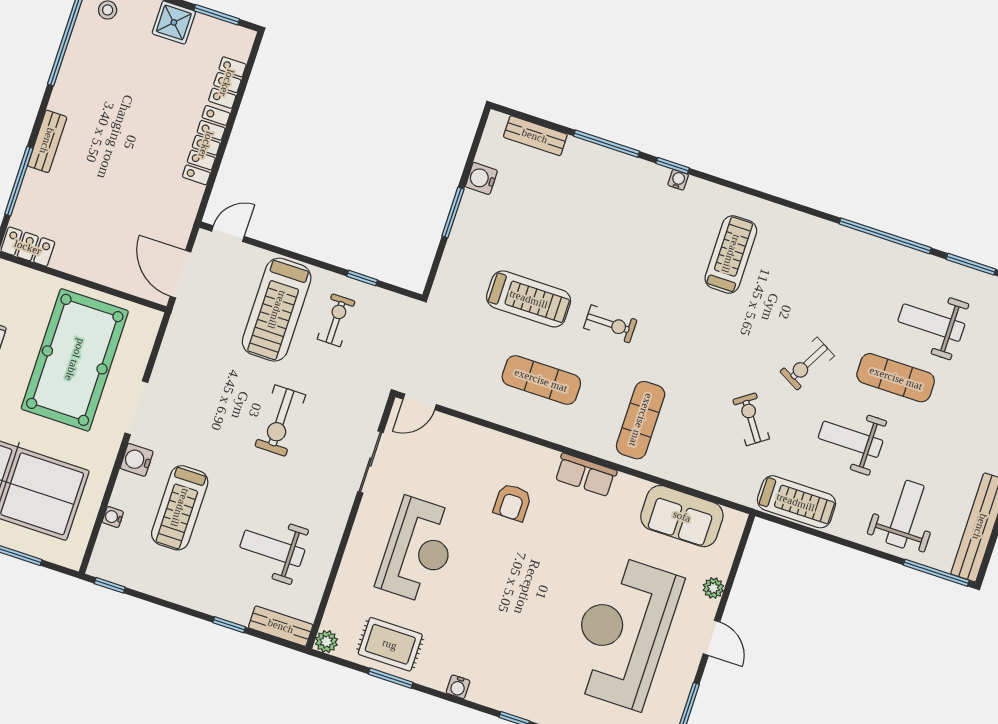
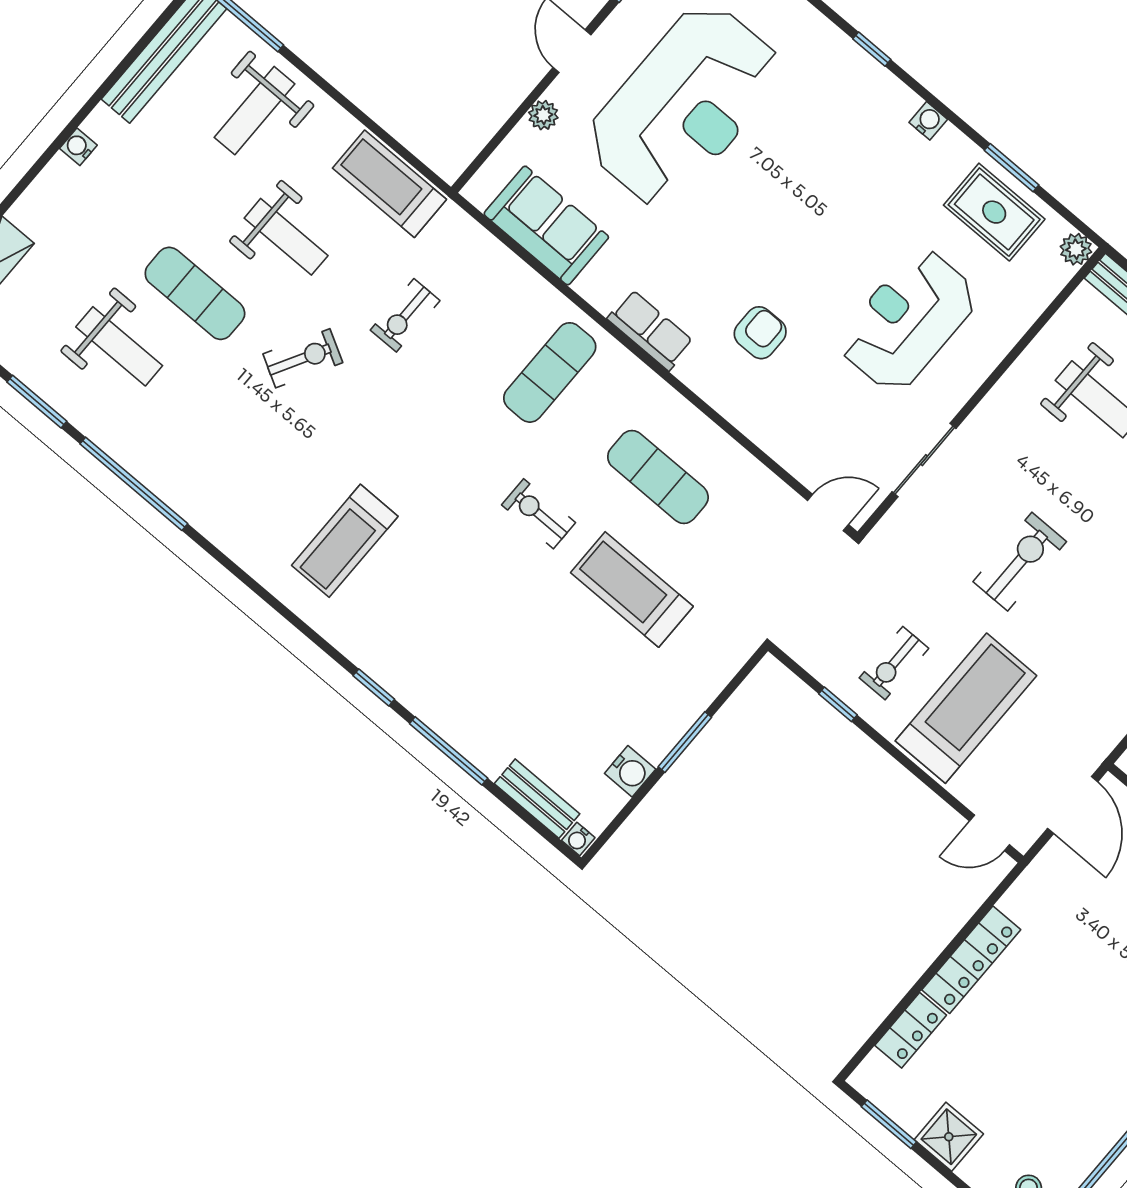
water cooler: (678, 180) -> (578, 839), moved
exercise bike: (751, 419) -> (405, 315), turned 35

